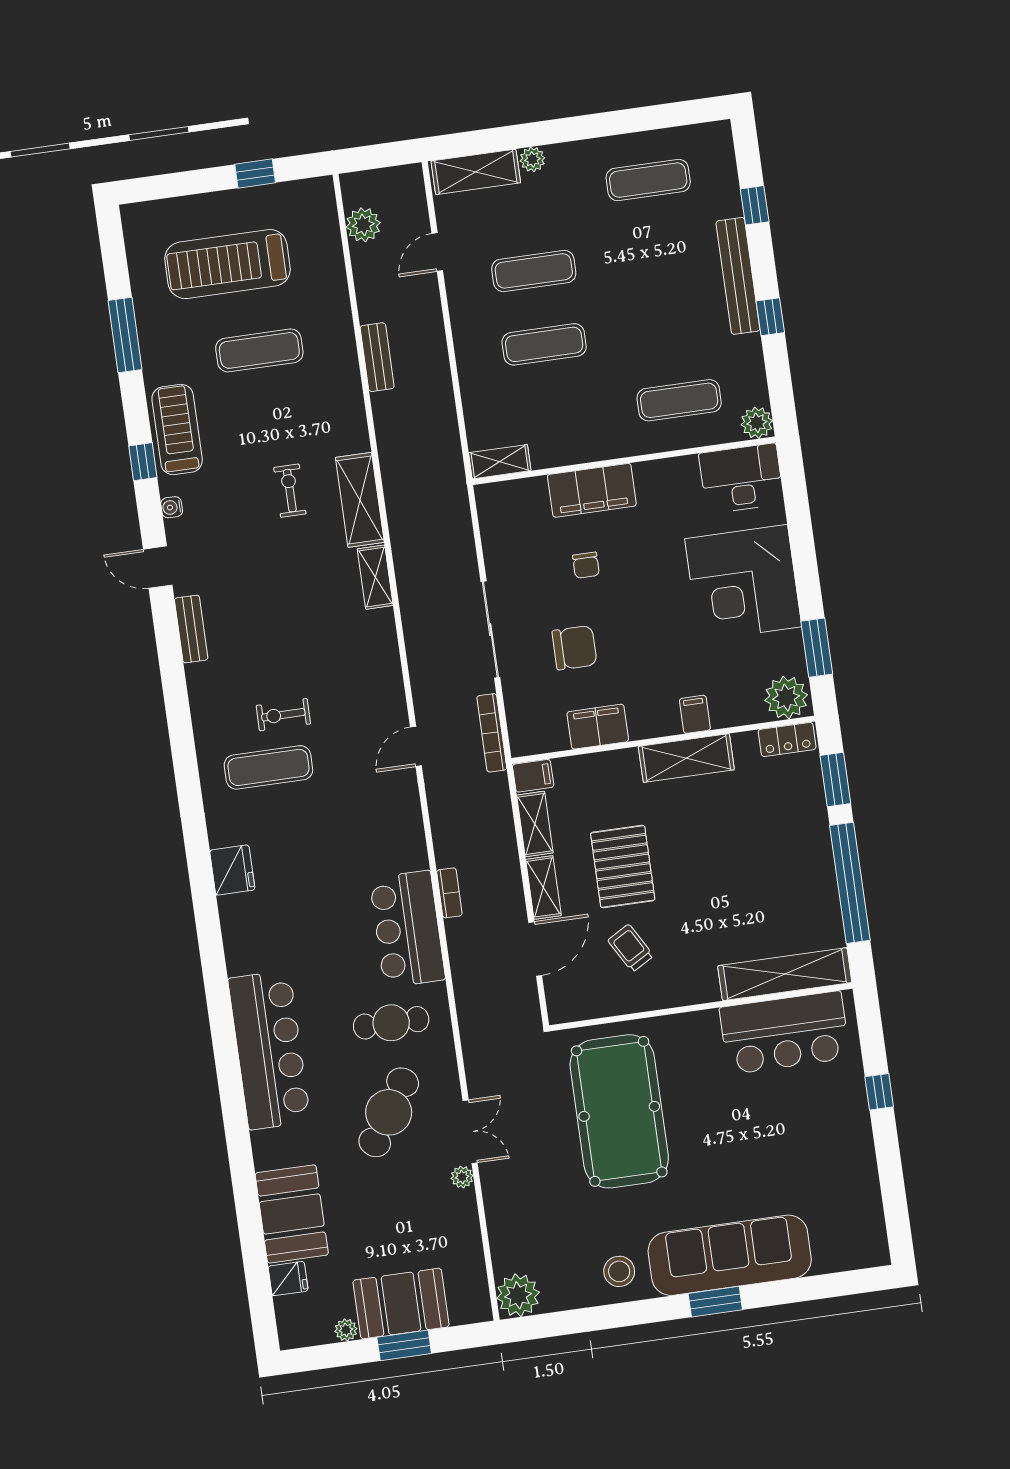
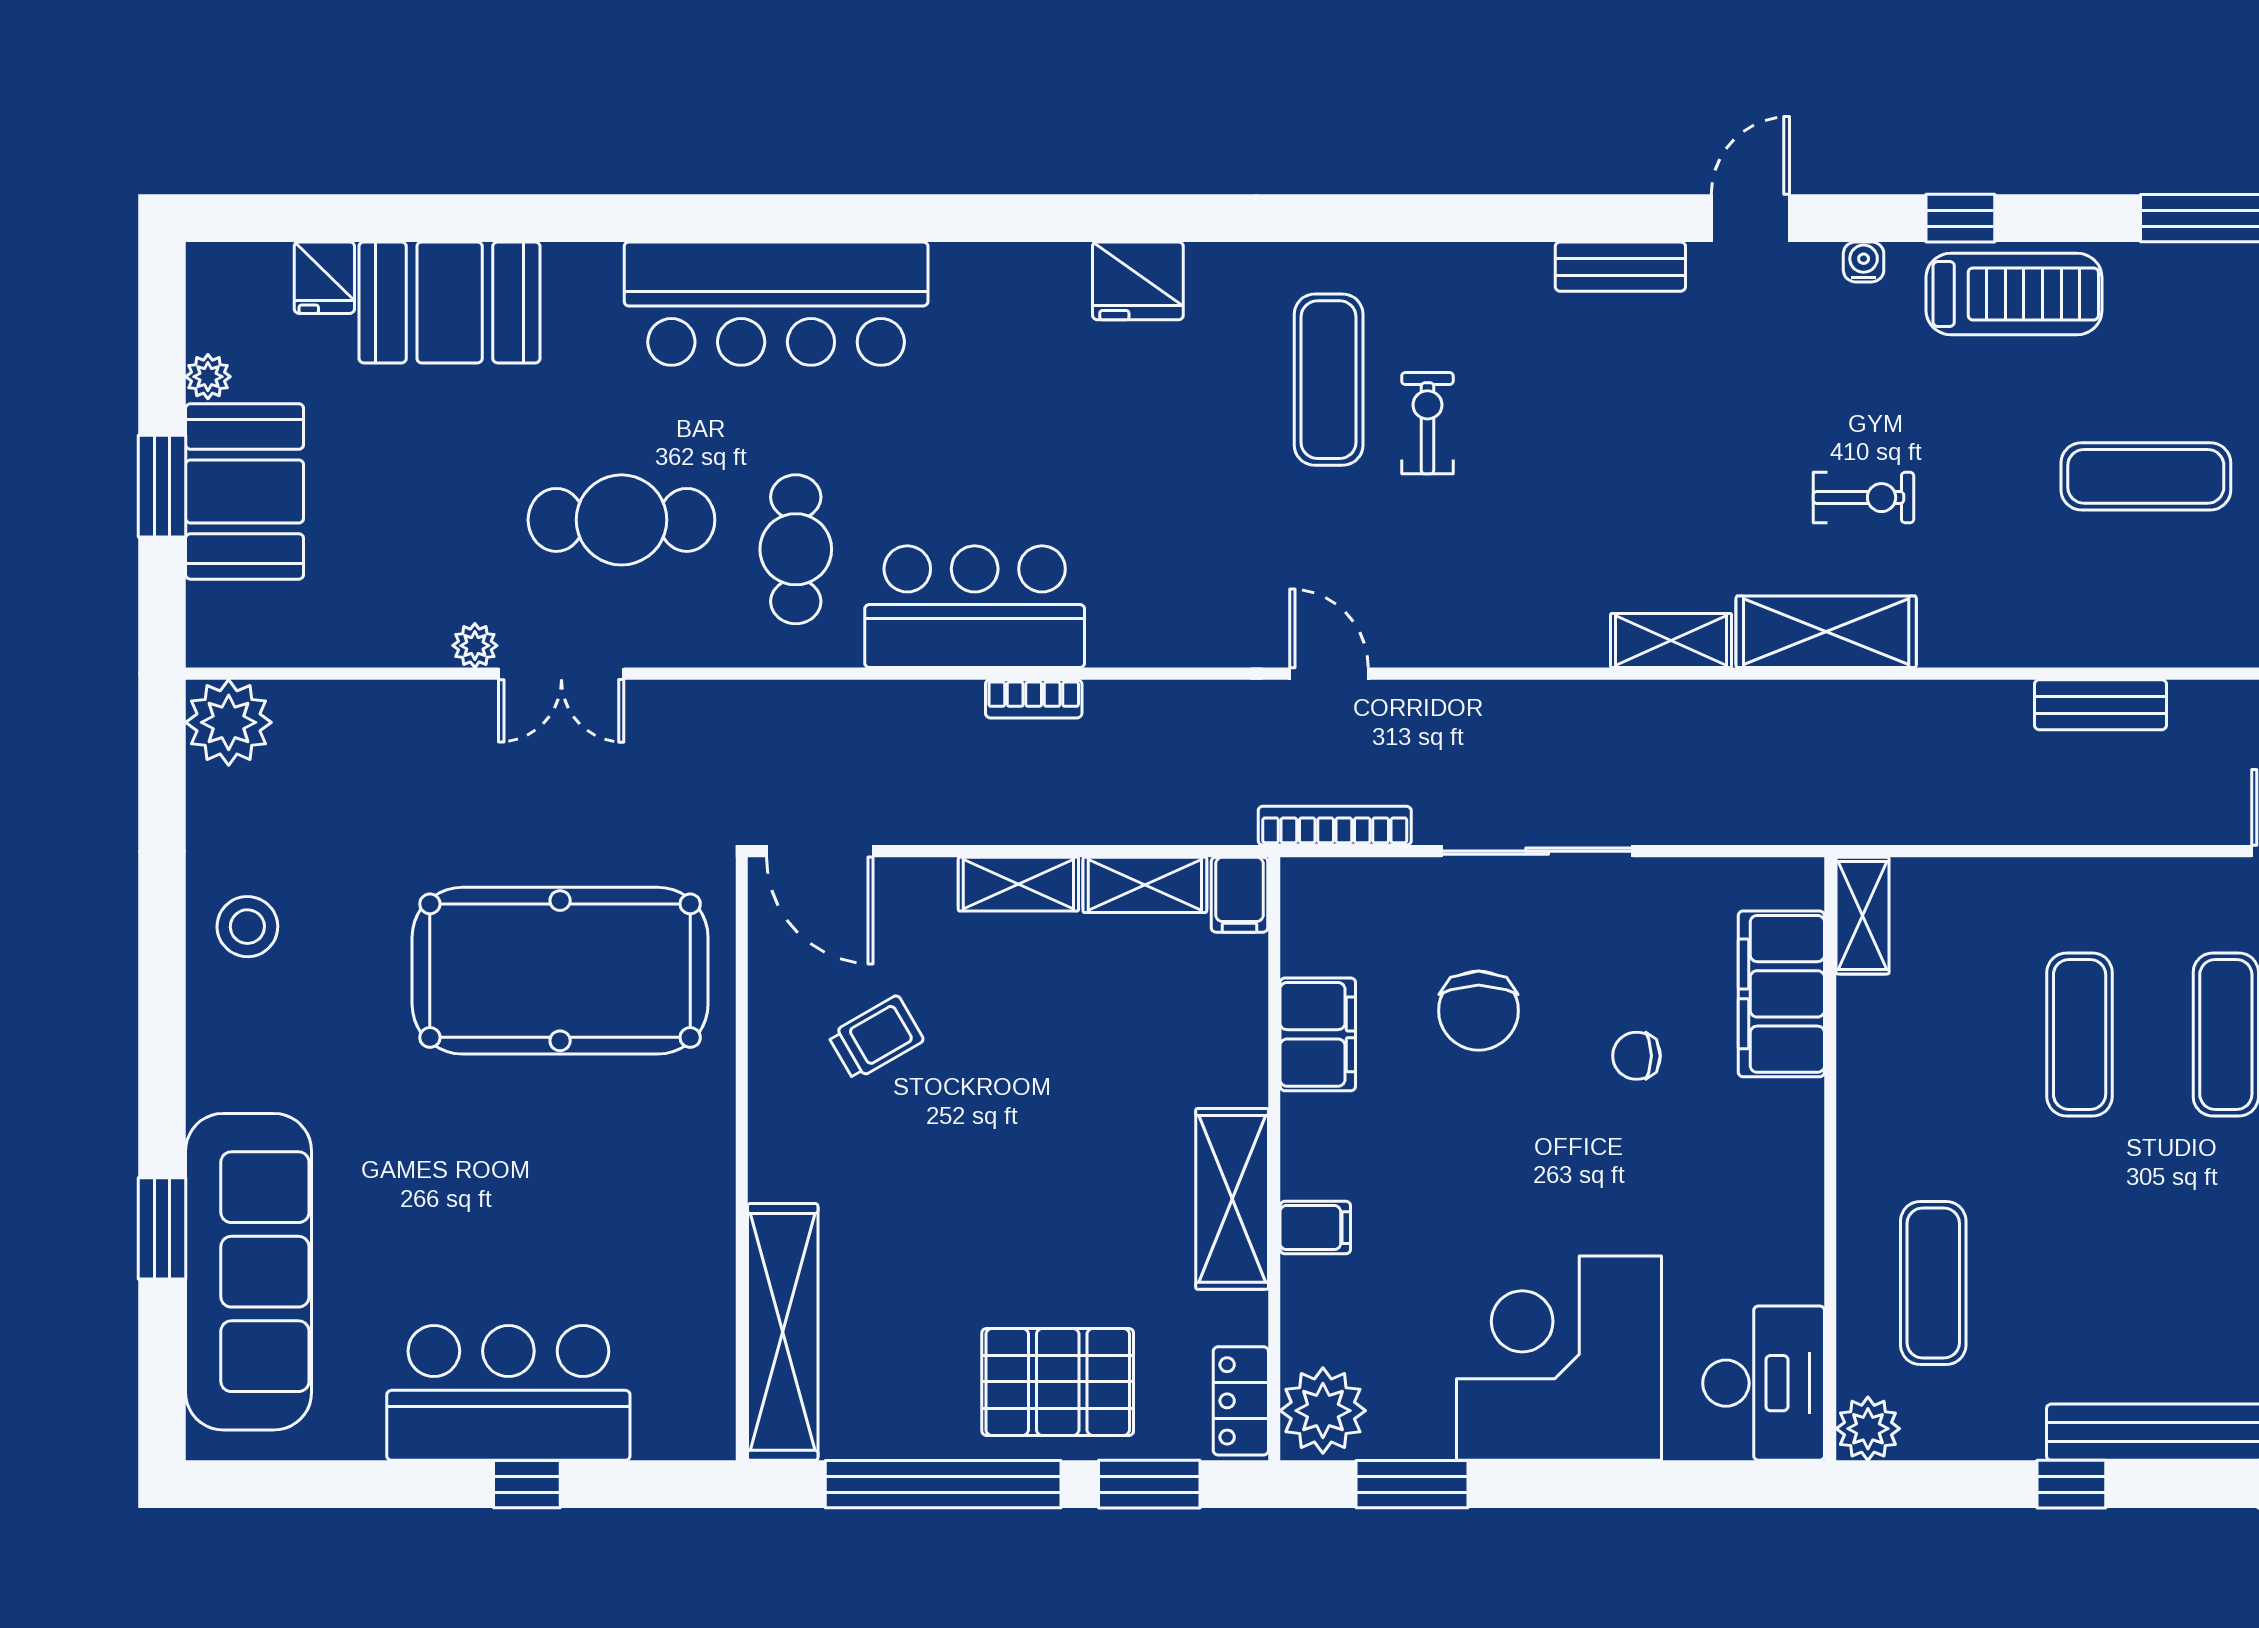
exercise mat: (259, 350) -> (2146, 476), turned 90
filing cabinet: (592, 490) -> (1781, 994), moved
pallet: (623, 867) -> (1058, 1382), moved
door: (535, 949) -> (820, 851), moved
bar counter: (785, 1033) -> (508, 1393), moved, turned 90
cafe table: (389, 1112) -> (621, 520), turned -33
sofa: (730, 1255) -> (249, 1272), moved
window: (715, 1302) -> (162, 1228), moved

